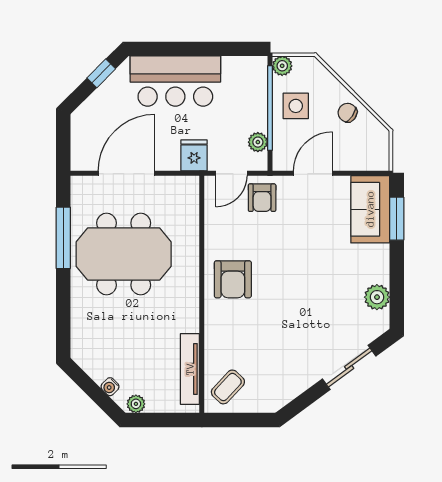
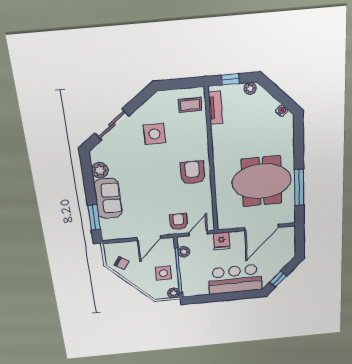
chair: (347, 113) -> (122, 263), moved
sofa: (370, 209) -> (108, 198), moved
side table: (286, 347) -> (154, 134), added
tv unit: (190, 369) -> (215, 108), width x0.71
water cooler: (110, 387) -> (282, 111), moved
coffee table: (228, 387) -> (190, 105), turned 47
window: (165, 420) -> (230, 79), added

